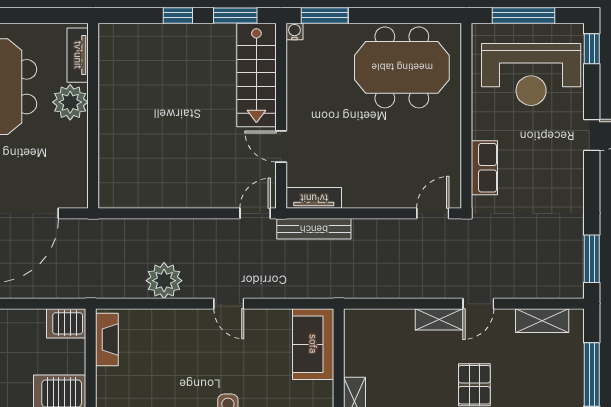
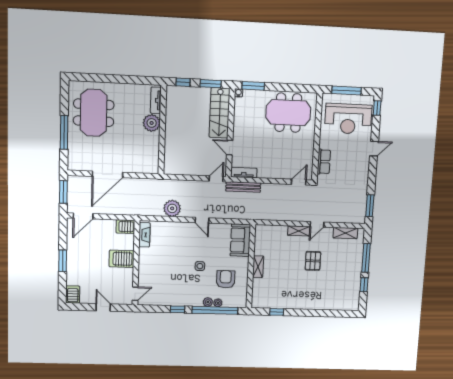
tv unit: (78, 55) -> (156, 100), moved
plant: (70, 102) -> (152, 123), moved
wall: (93, 116) -> (162, 130), moved

